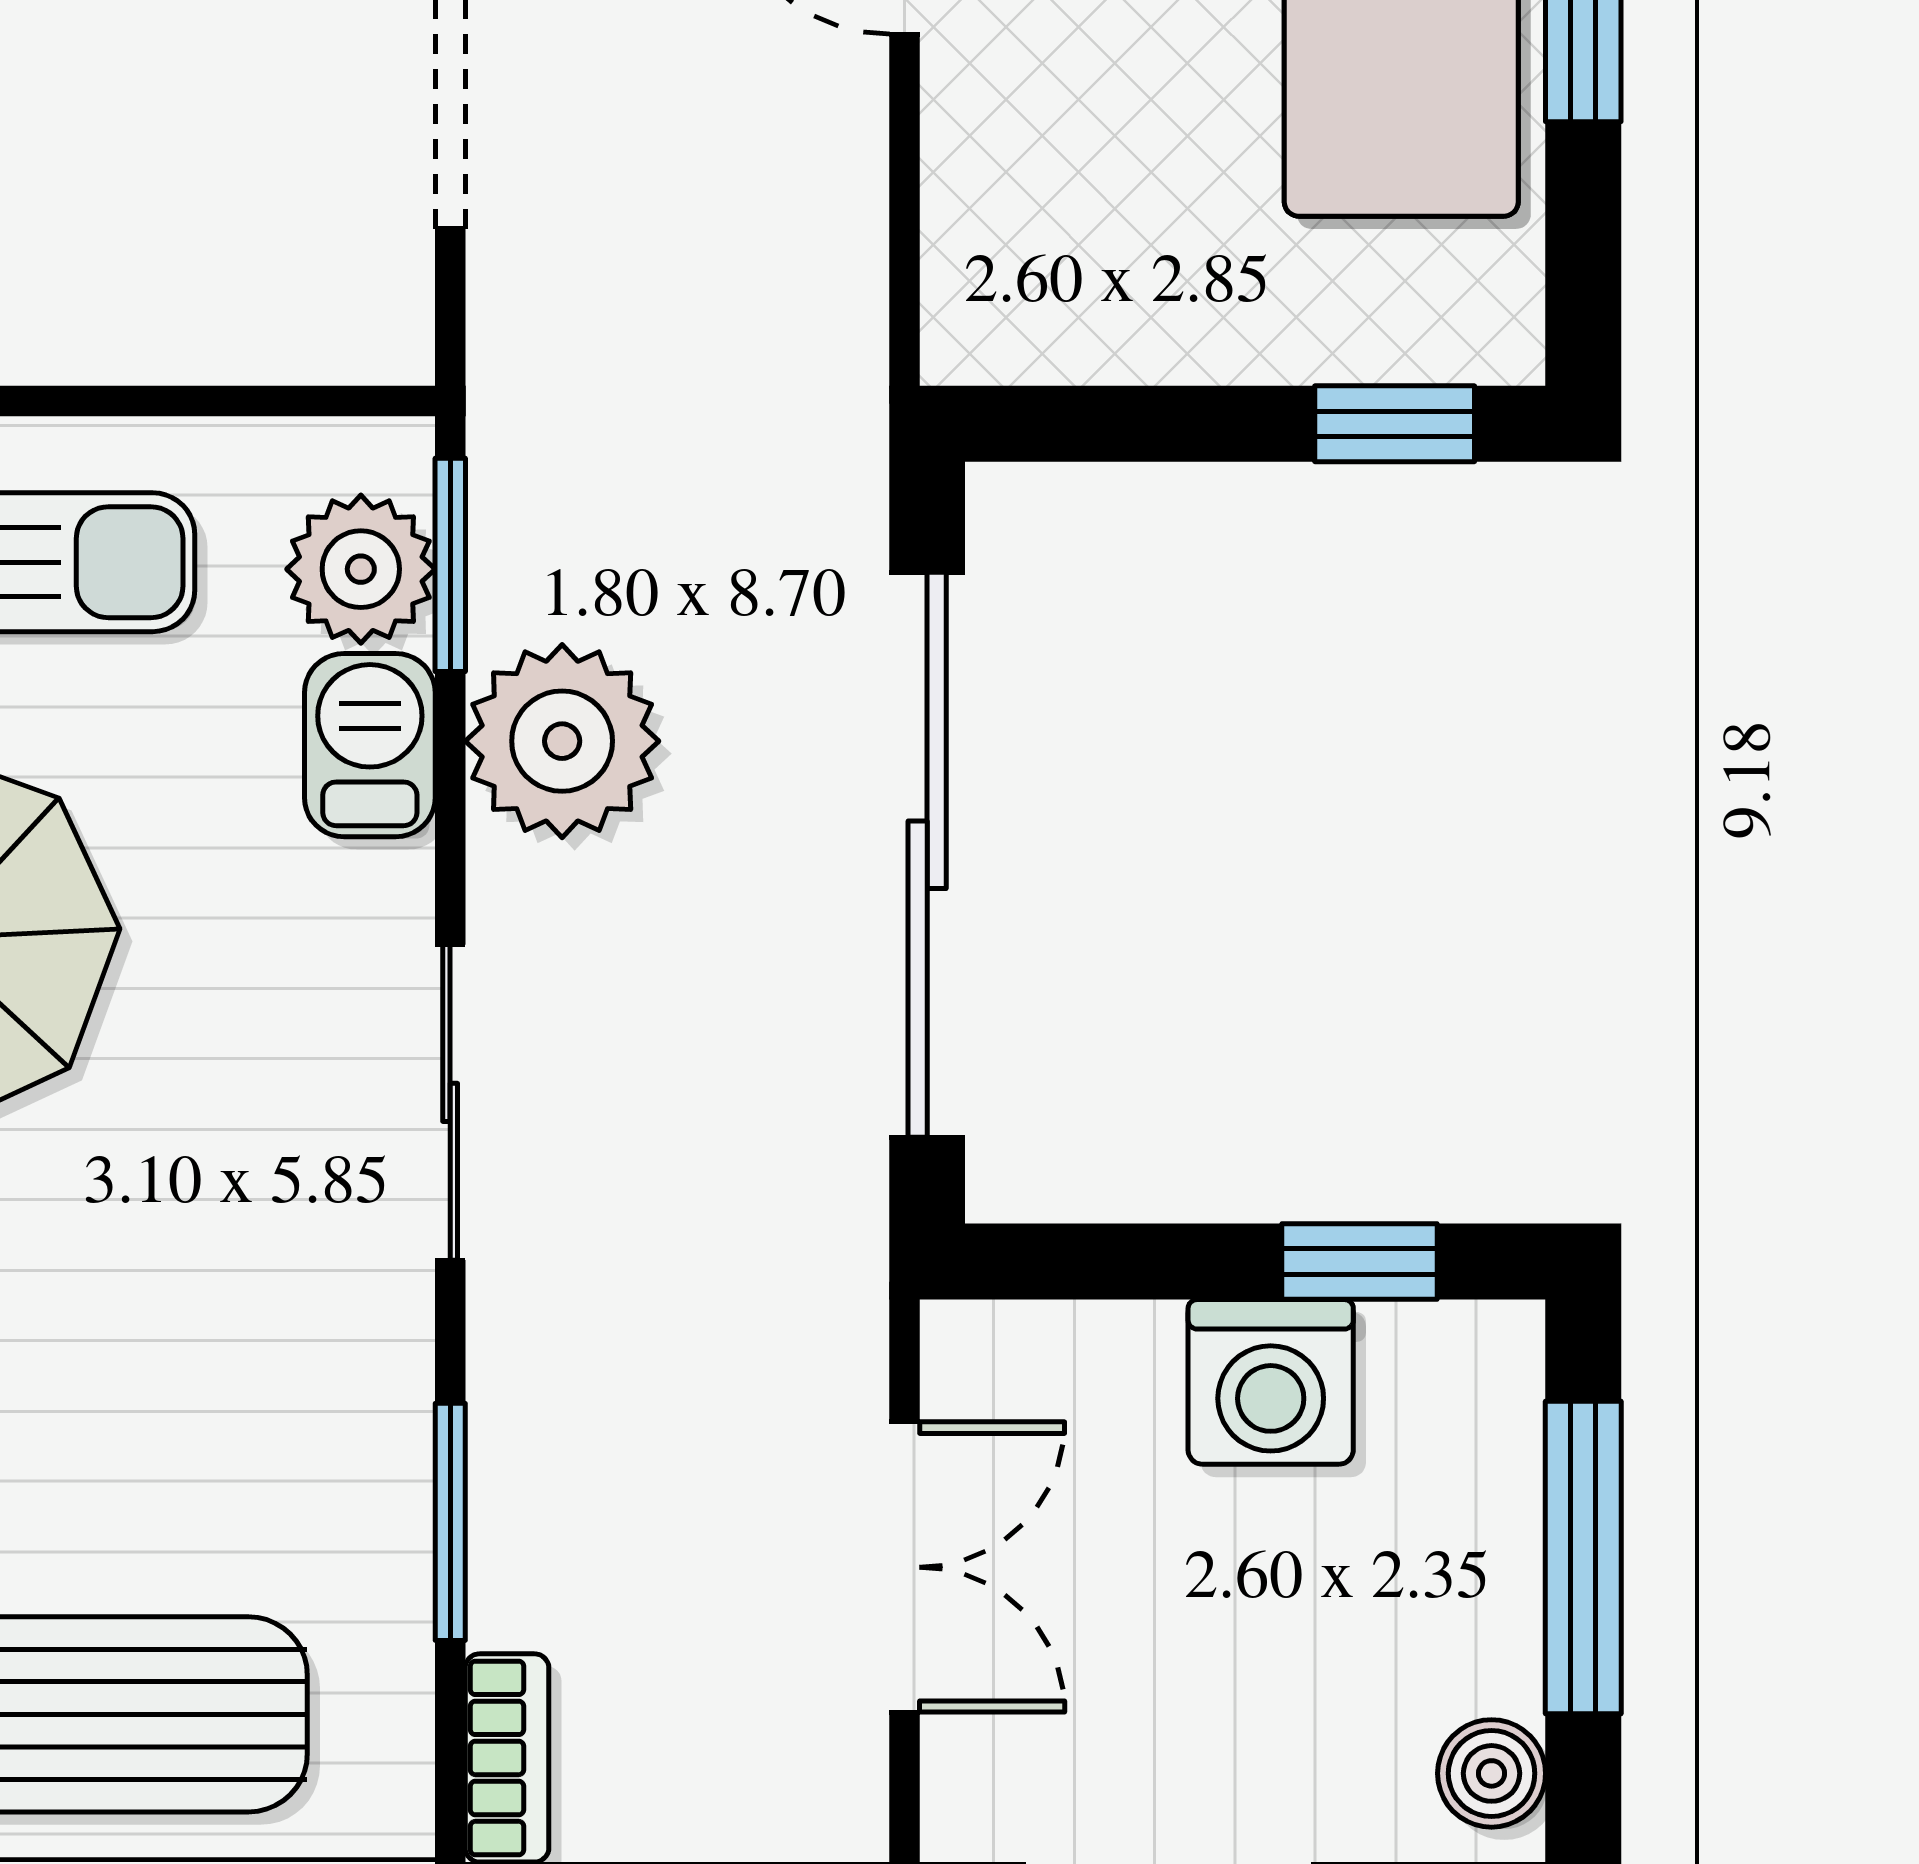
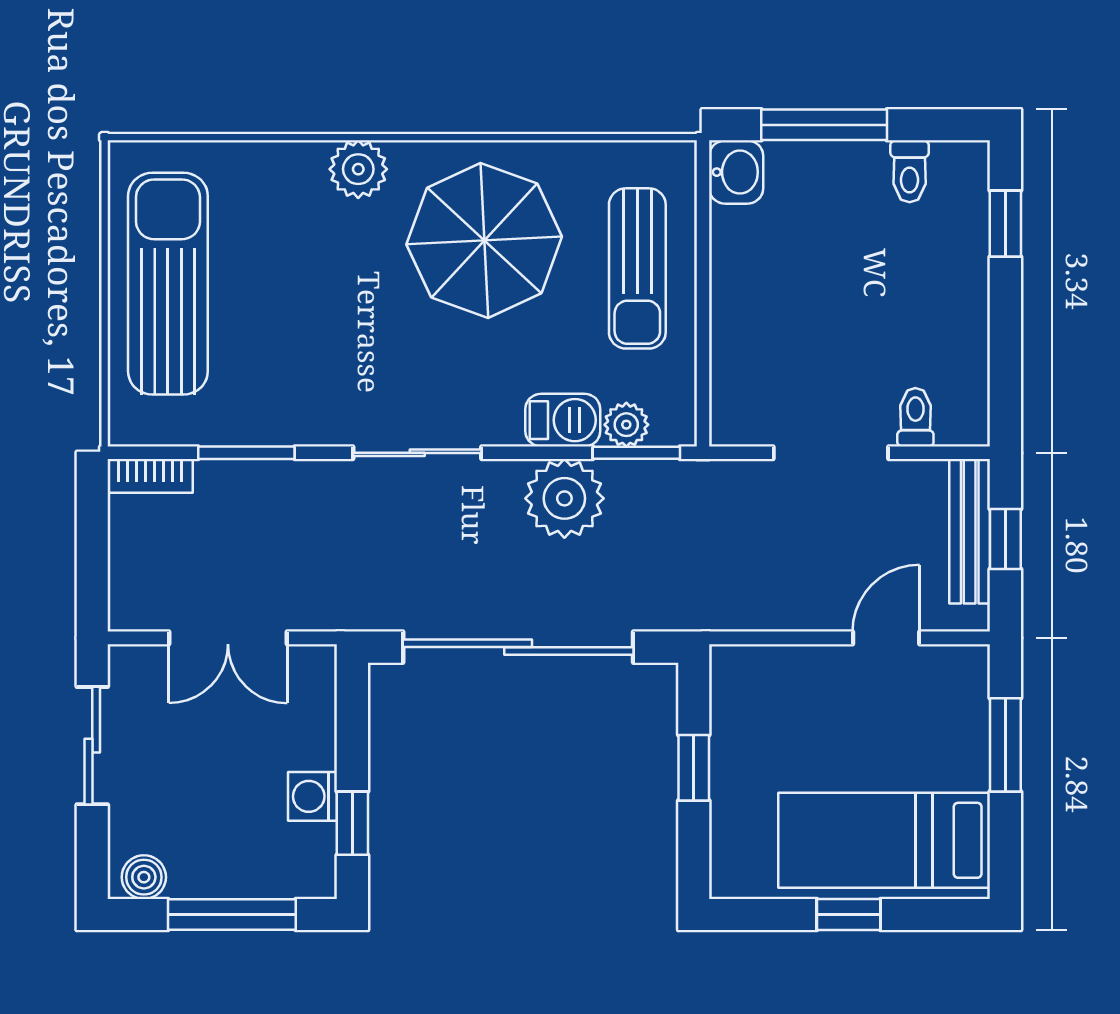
window: (1395, 424) -> (694, 768), moved
plant: (361, 569) -> (626, 425), width x0.73, depth x0.73
washing machine: (1271, 1382) -> (313, 796), width x0.73, depth x0.73

